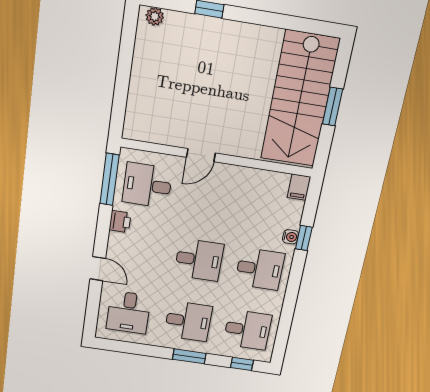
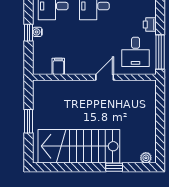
stairs: (300, 99) -> (79, 146), moved, turned -90
desk: (147, 185) -> (136, 52), turned 90
filing cabinet: (299, 187) -> (58, 66), moved

